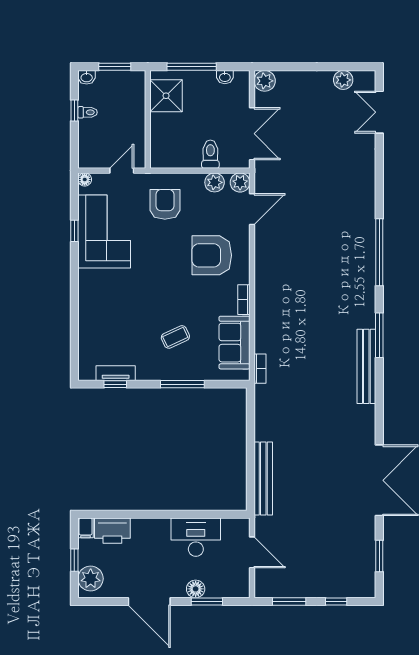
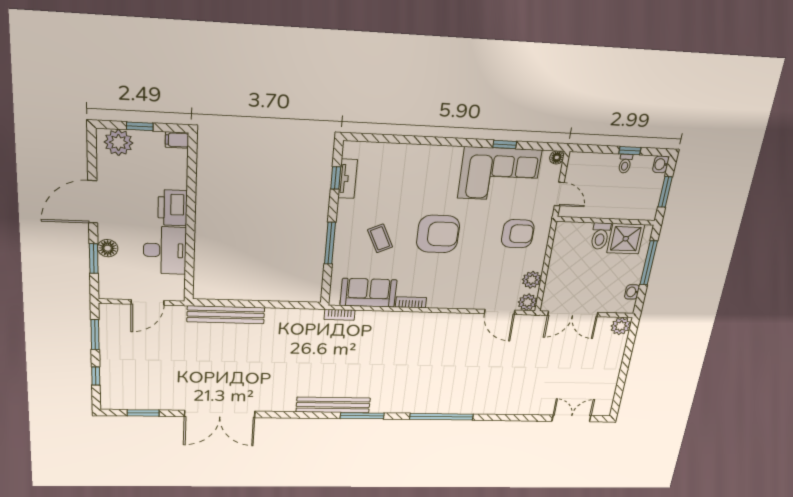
plant: (343, 80) -> (607, 390), removed
toilet: (210, 154) -> (600, 236), moved, turned 90
armchair: (212, 255) -> (438, 234), moved, turned 90
printer: (112, 531) -> (173, 208), moved

